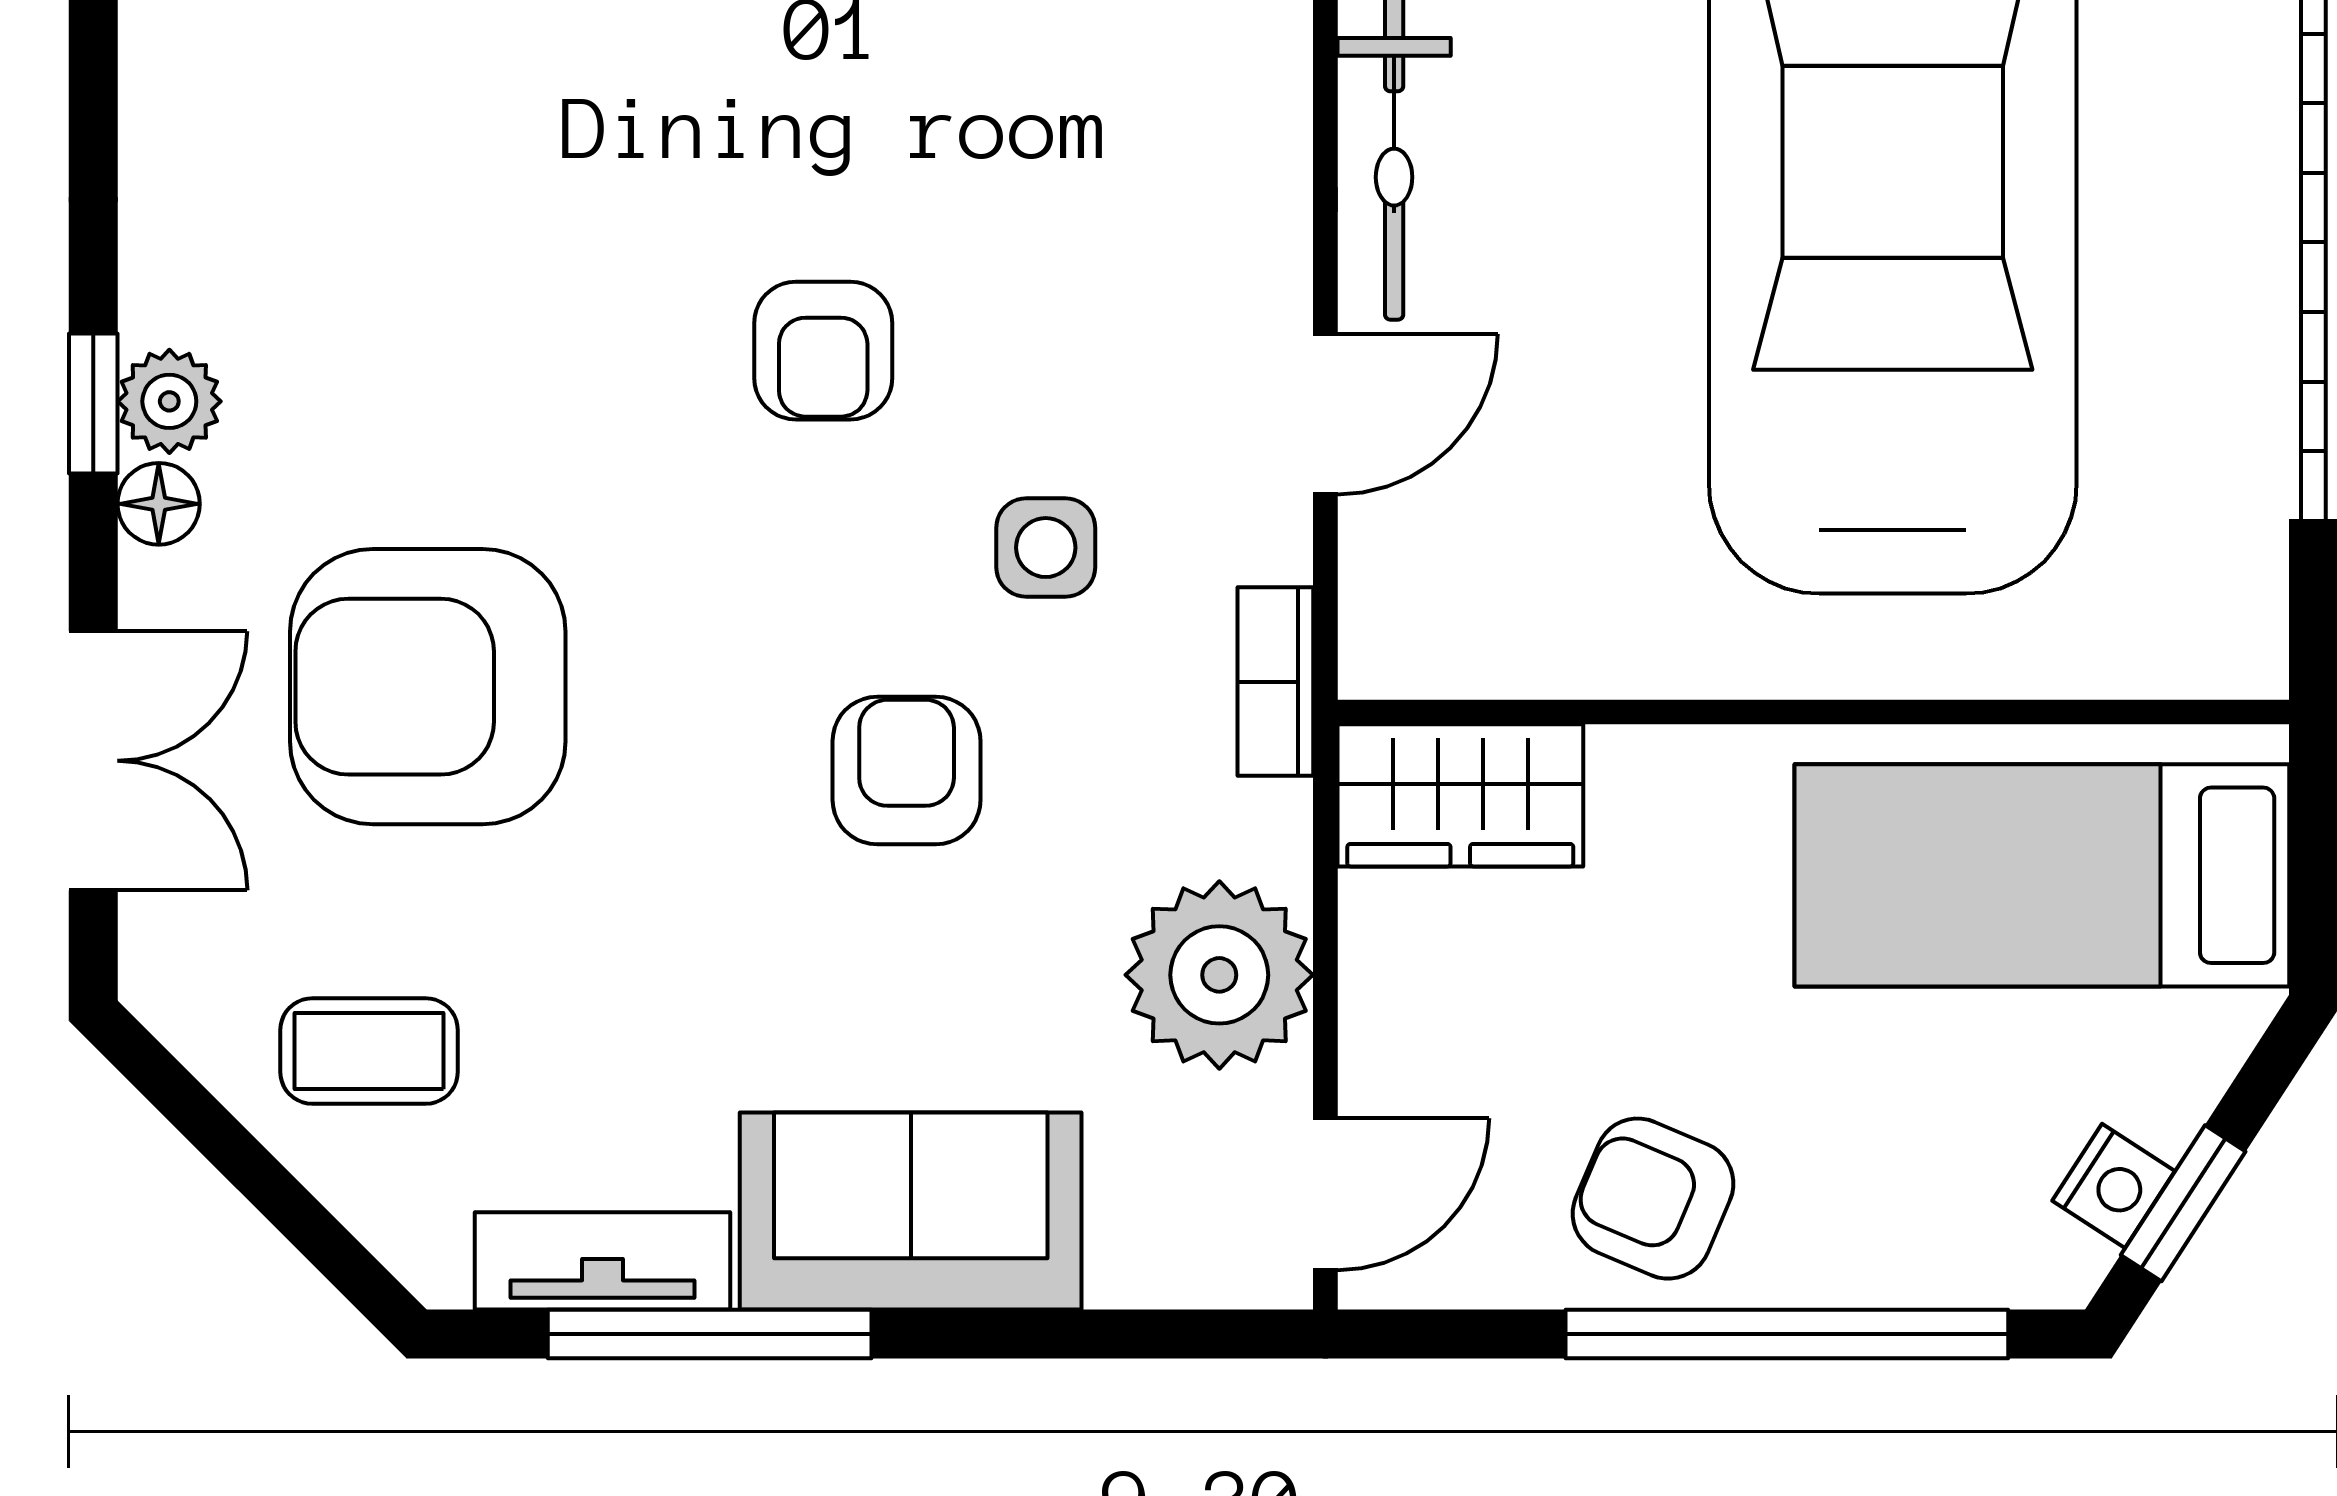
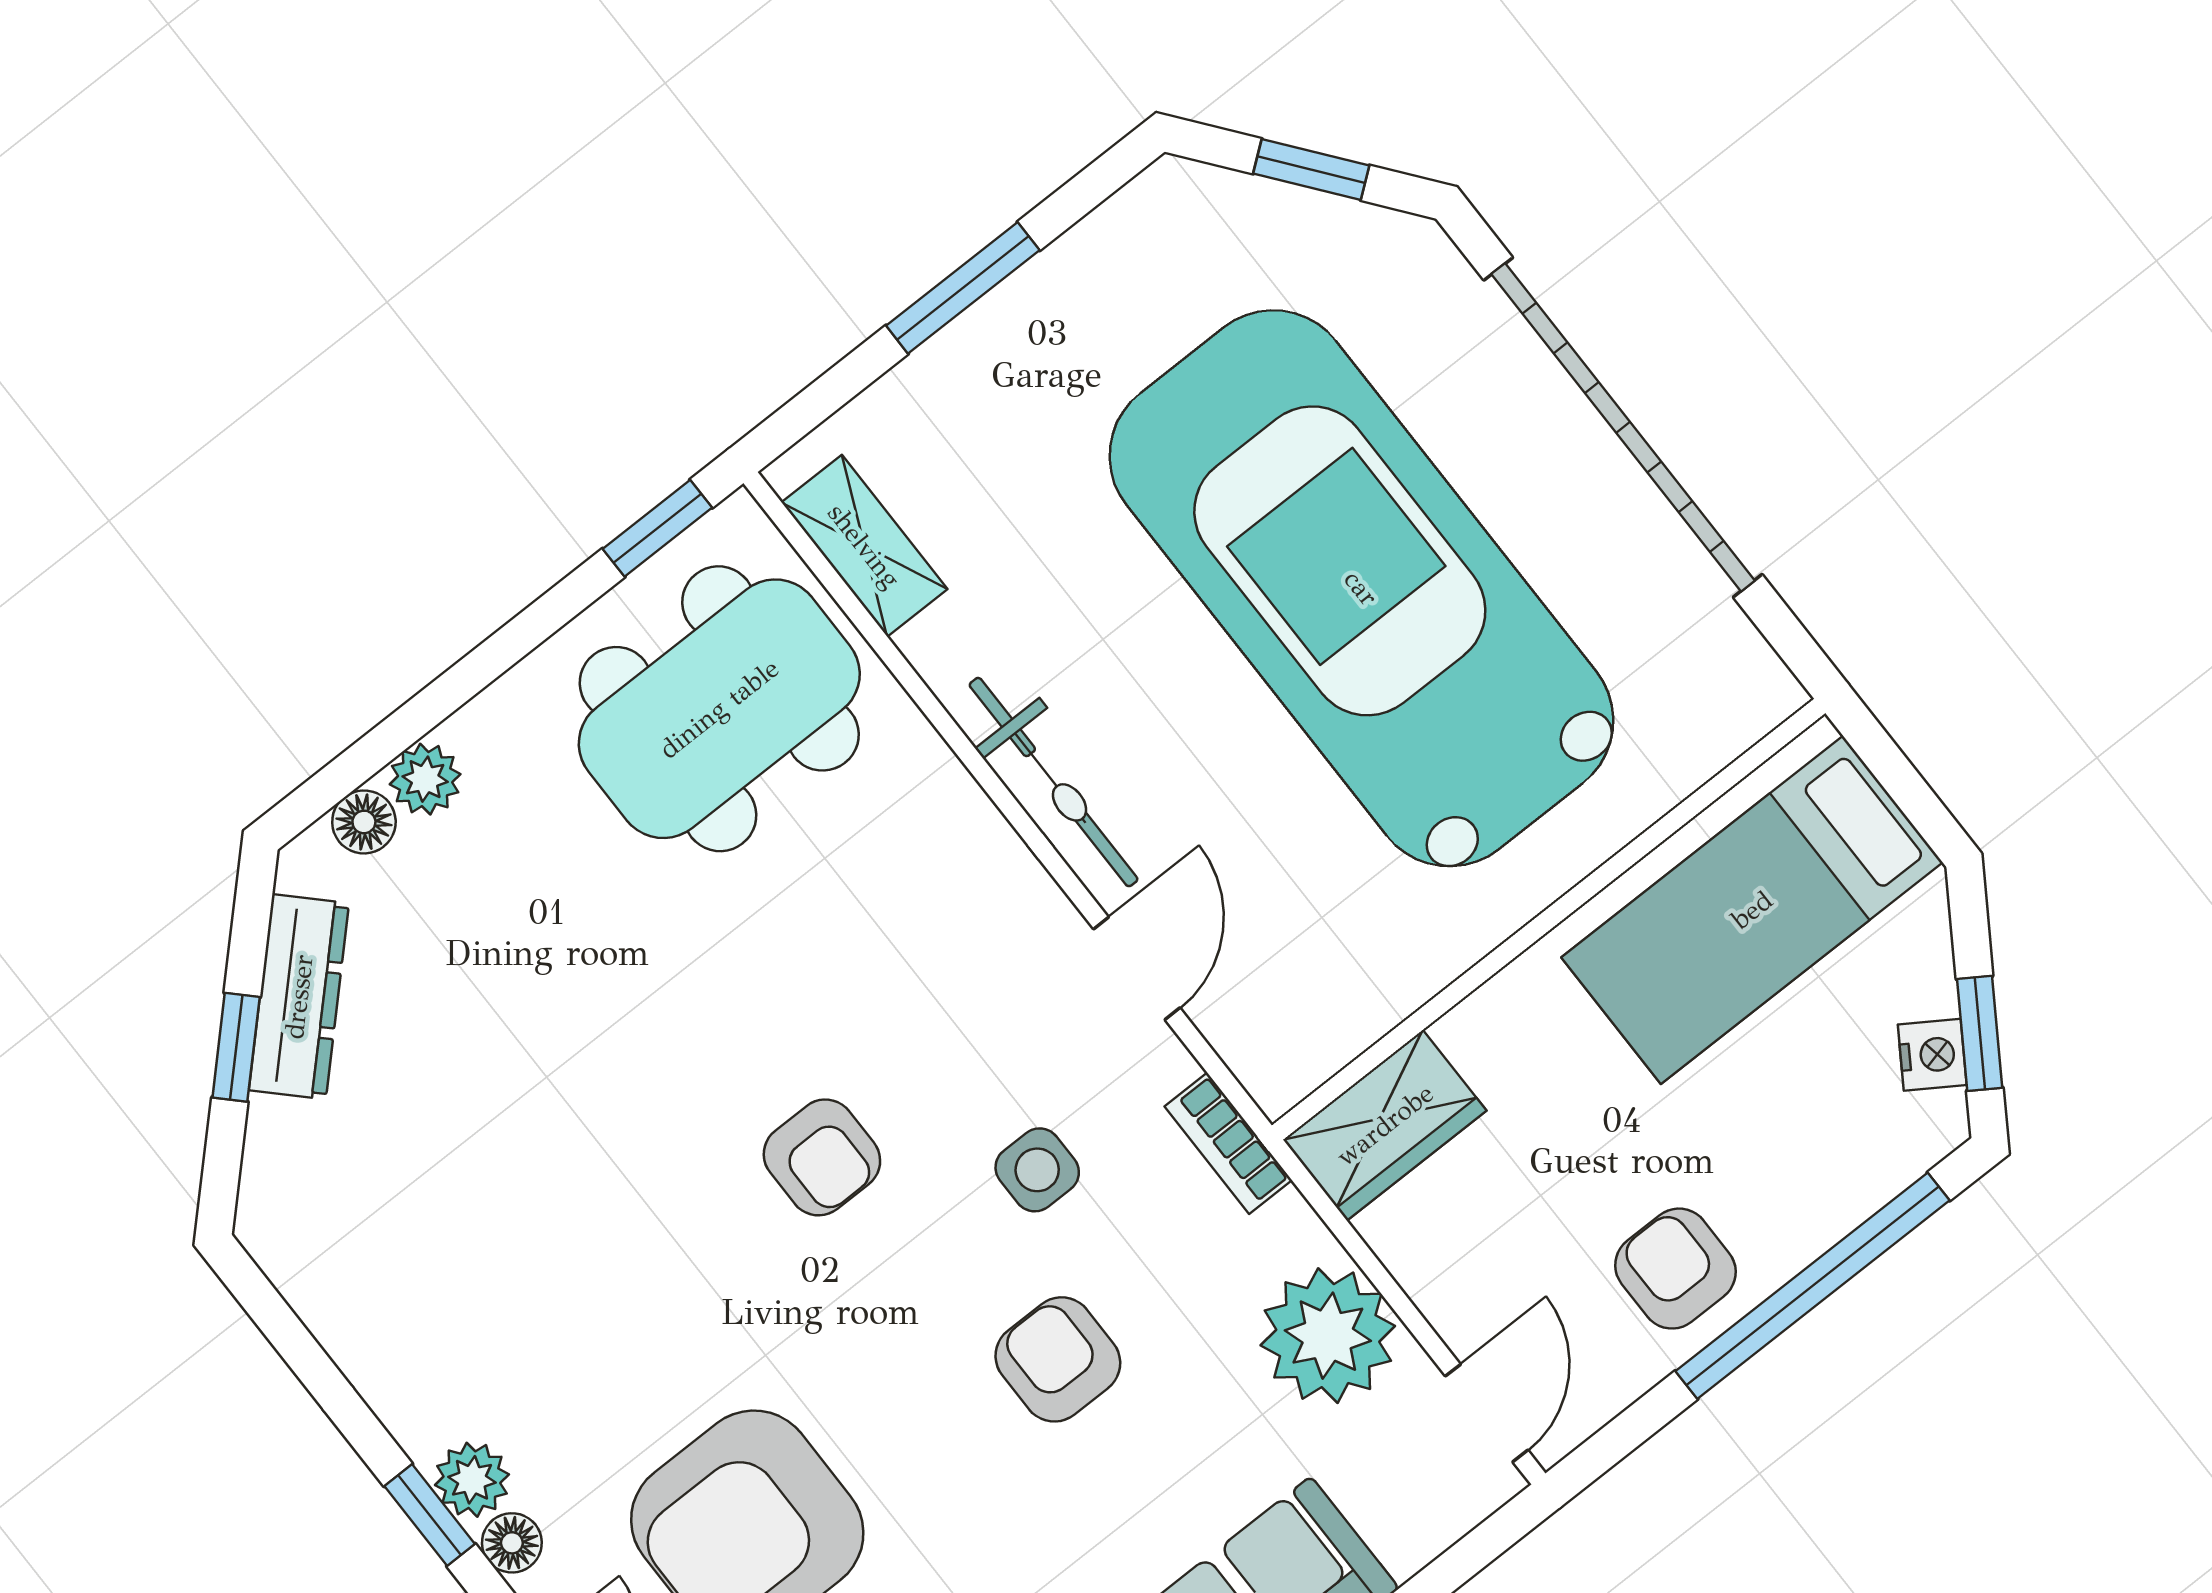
armchair: (1653, 1199) -> (1675, 1269), turned 67

